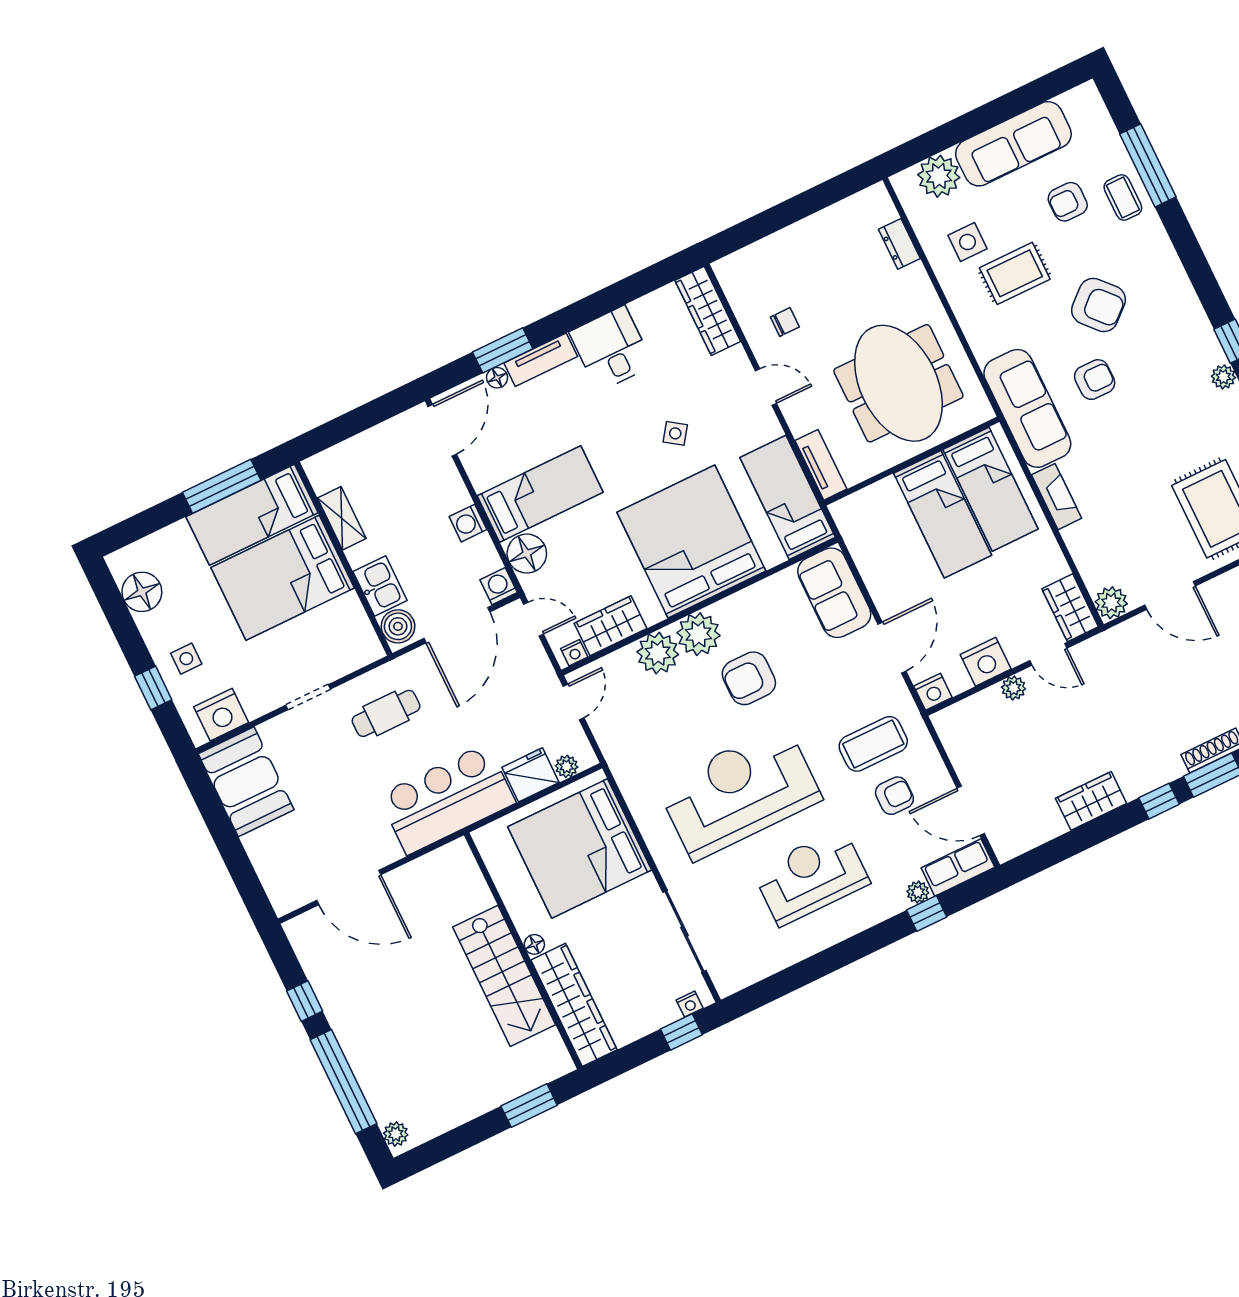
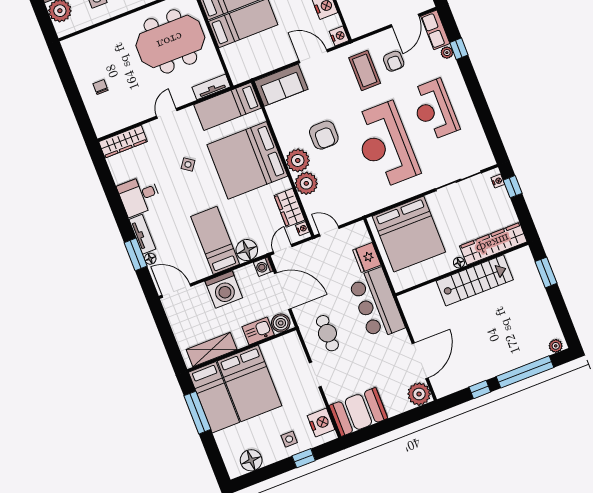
dresser: (899, 244) -> (95, 35), removed
chair: (785, 322) -> (100, 87), moved
shelving: (342, 518) -> (212, 350), width x1.50, depth x1.33
washing machine: (468, 523) -> (224, 290), width x1.89, depth x1.89
plant: (567, 766) -> (419, 394), moved, width x1.88, depth x1.88
armchair: (894, 796) -> (394, 61), turned 180

